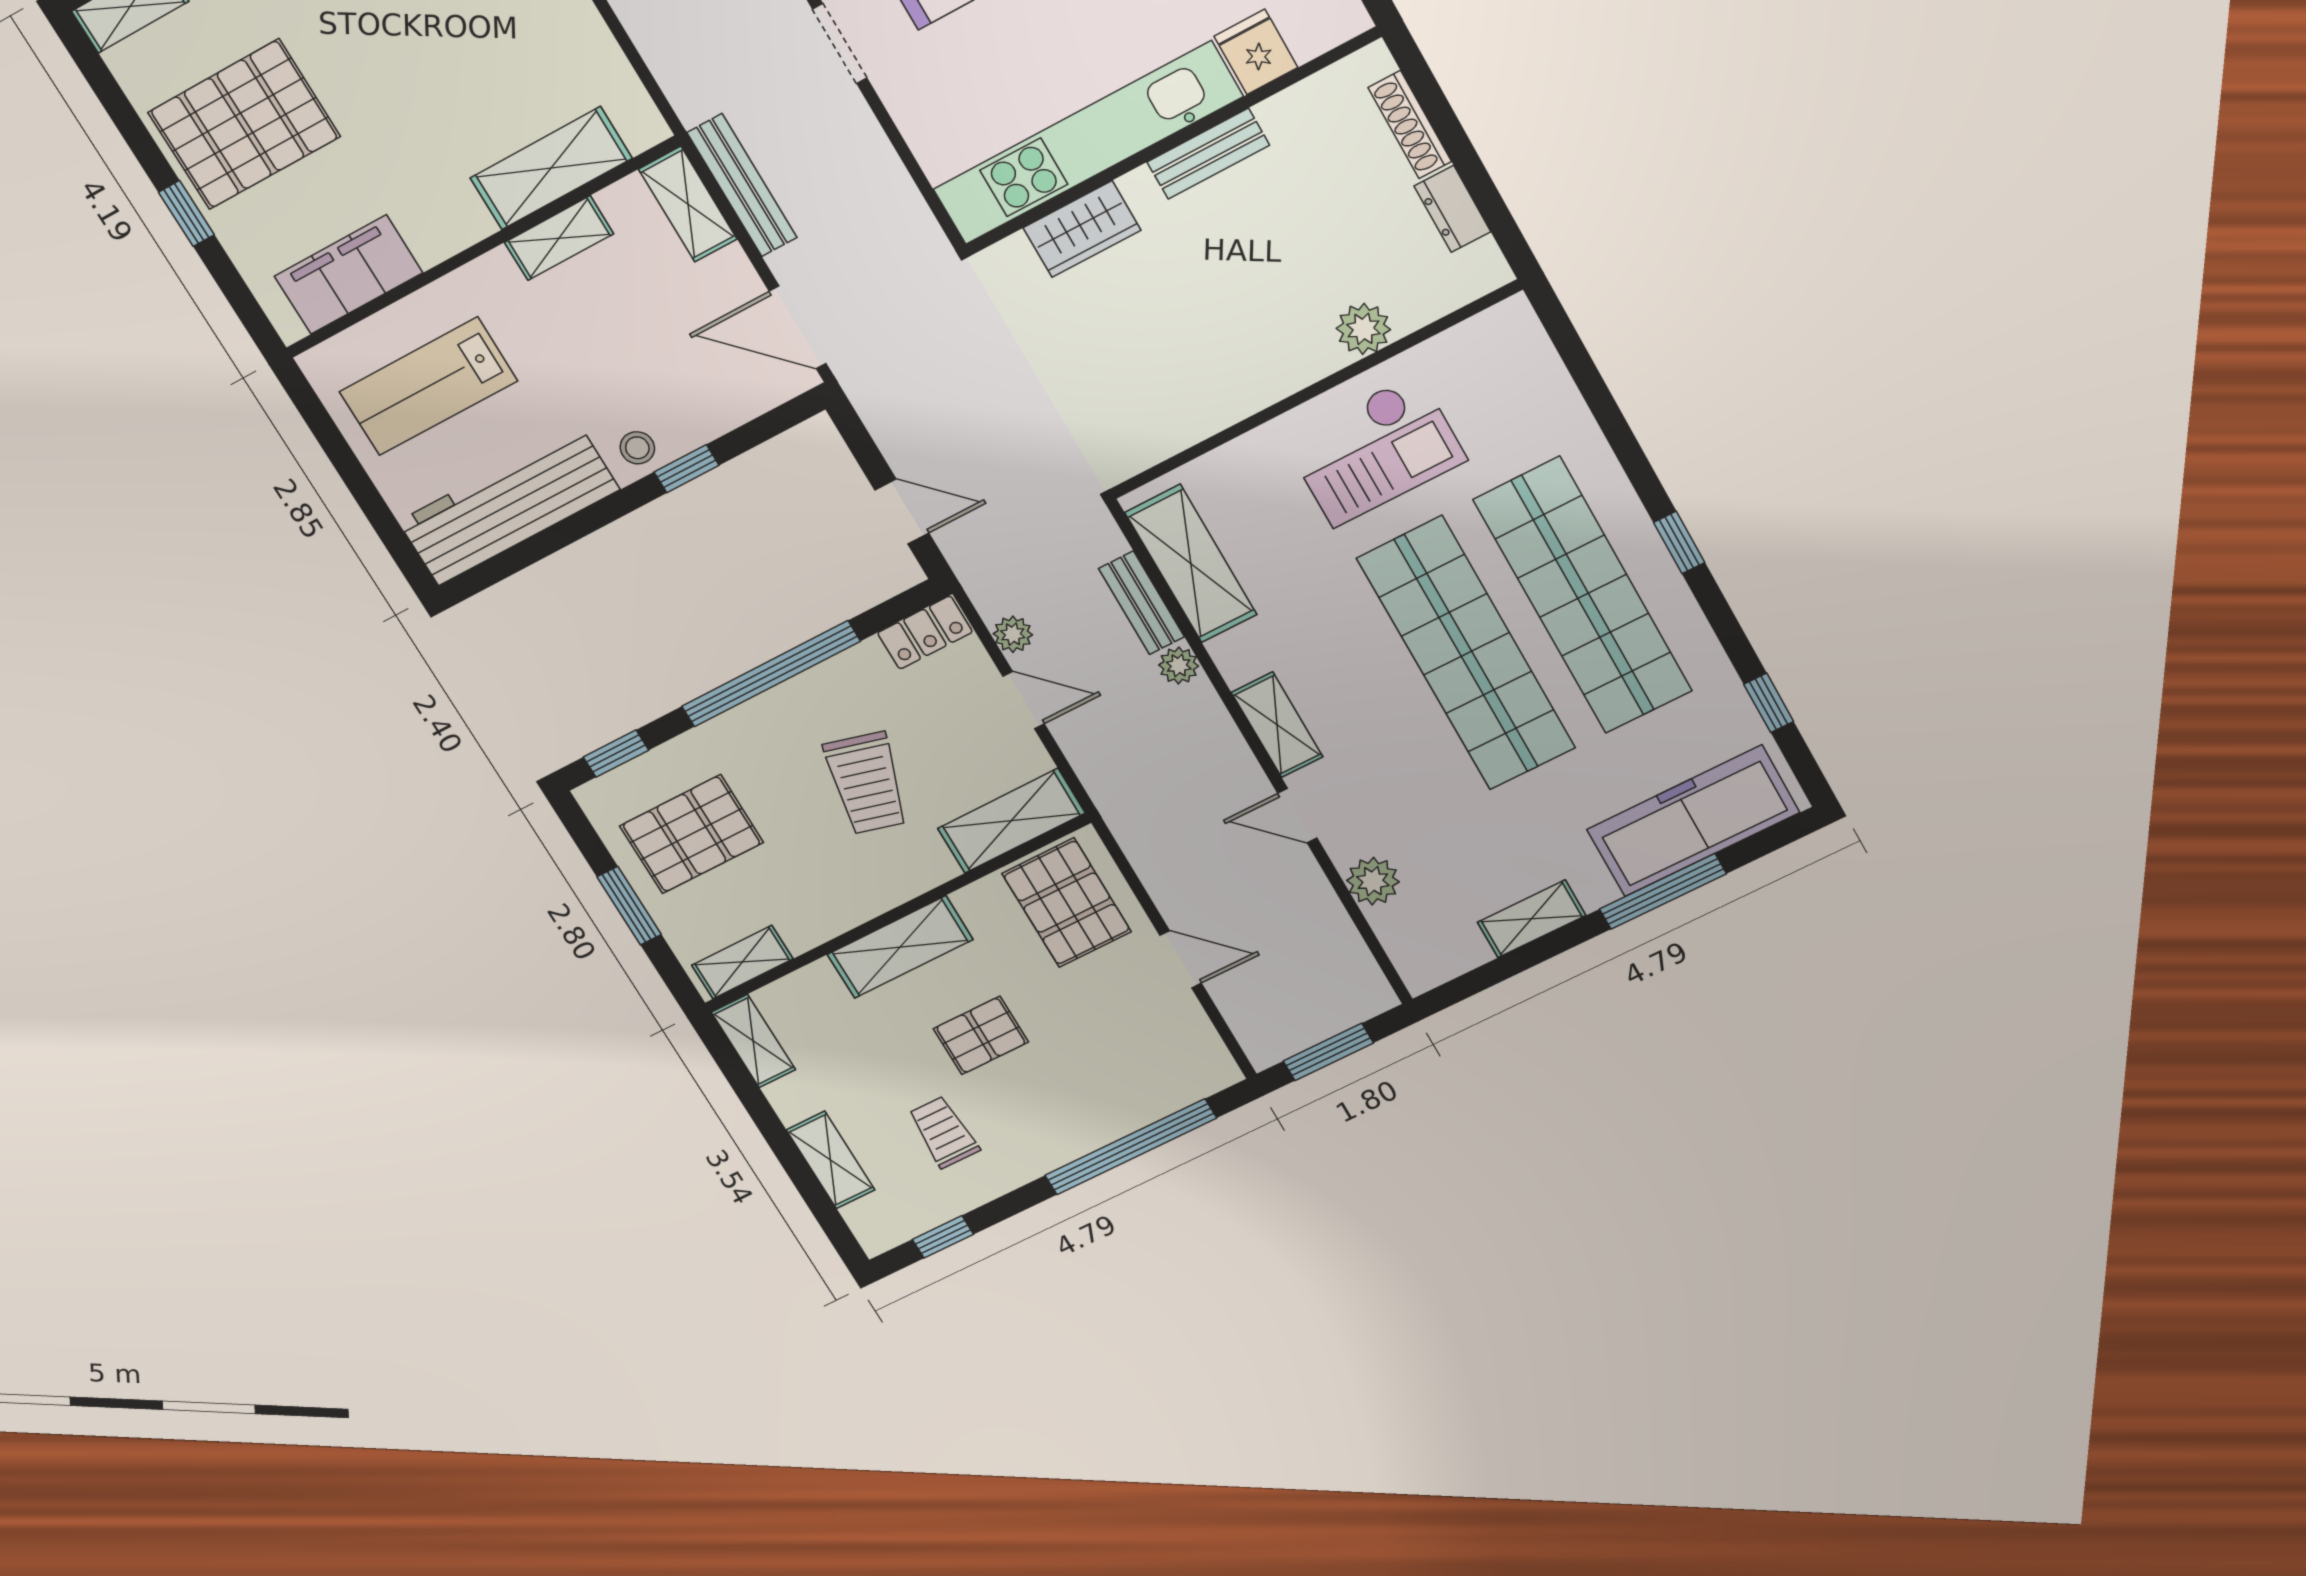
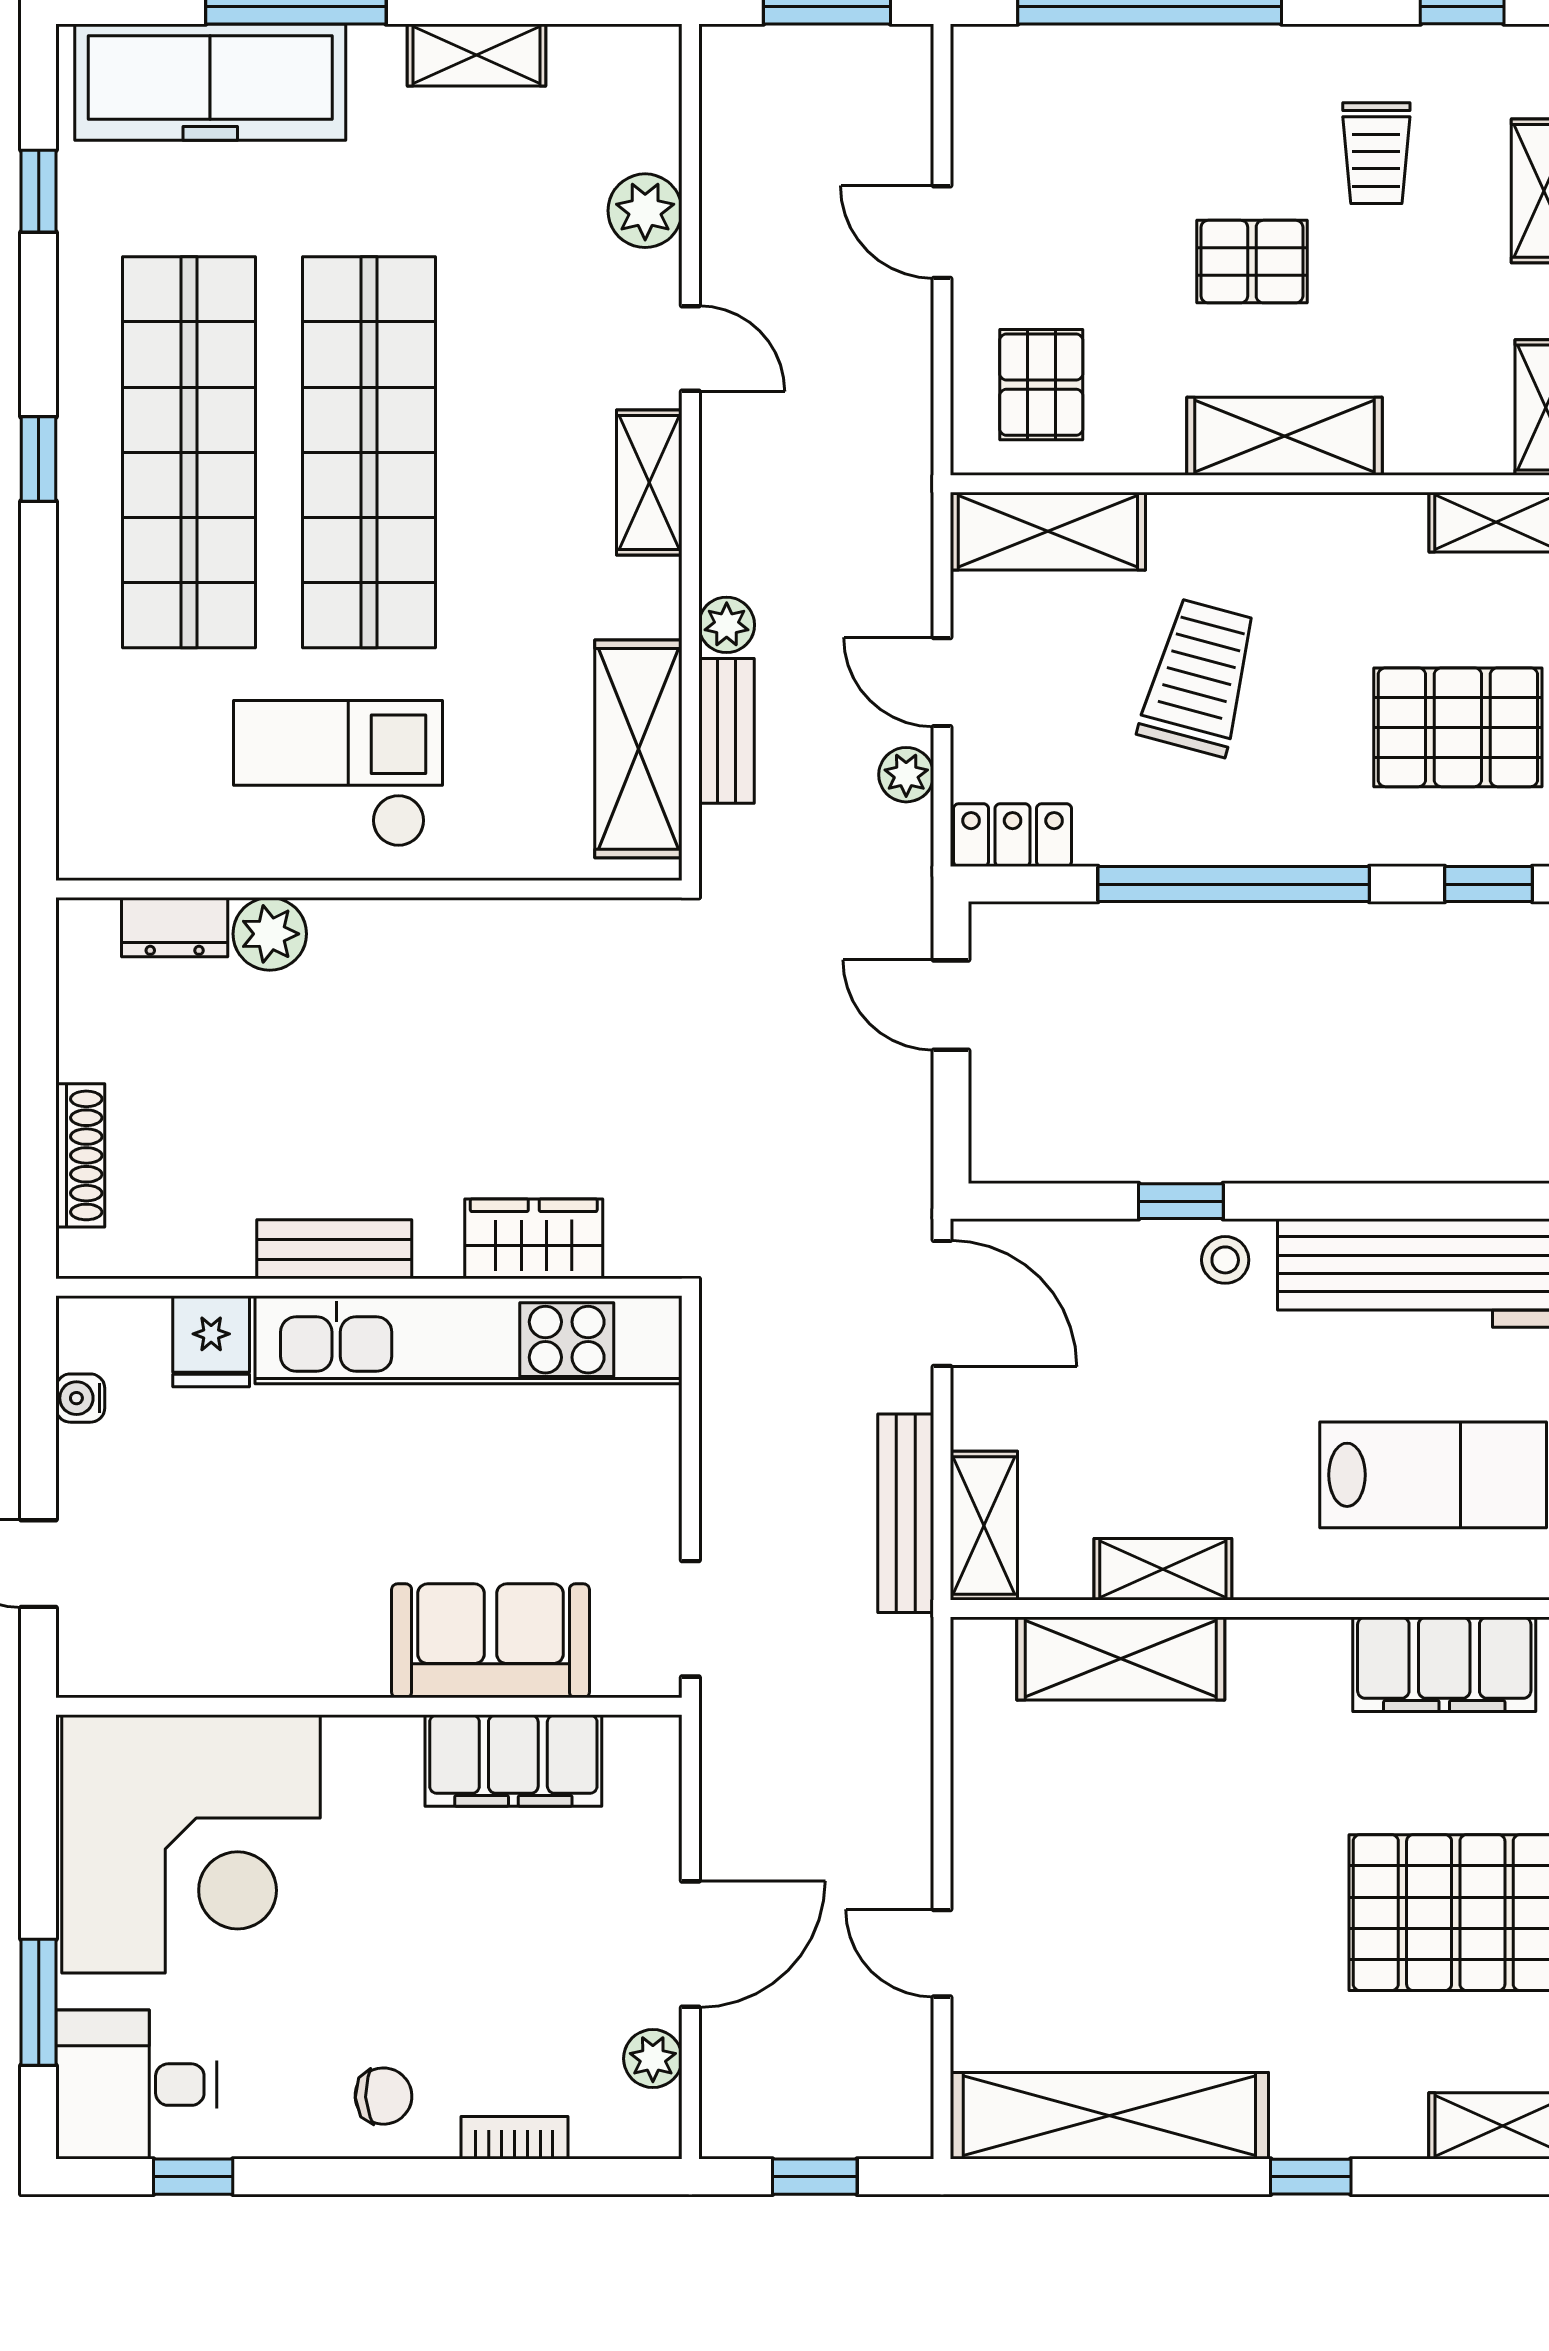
dresser: (1452, 209) -> (175, 927), moved, turned 90
pallet: (1067, 903) -> (1041, 385), width x0.67, depth x0.71

